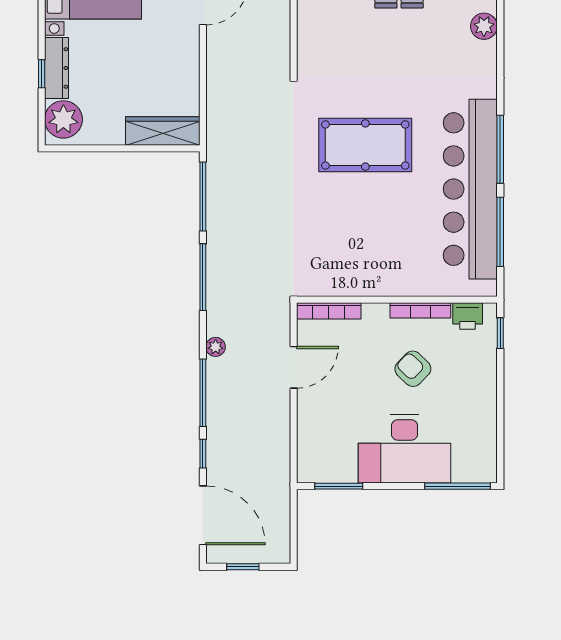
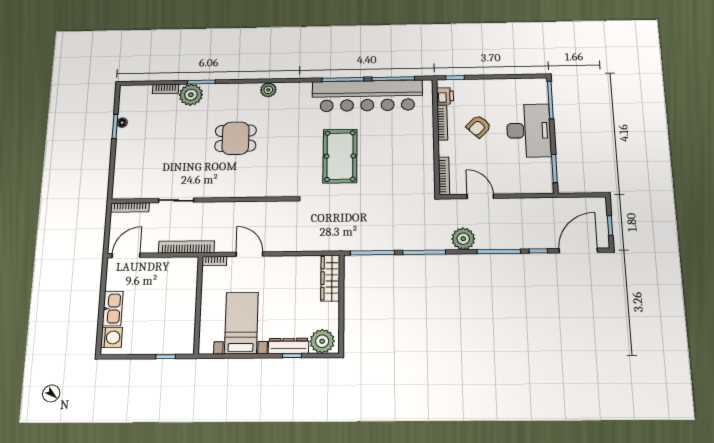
plant: (216, 347) -> (463, 239), width x1.87, depth x1.87

